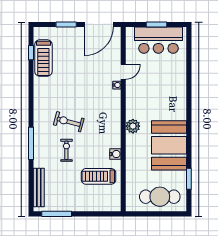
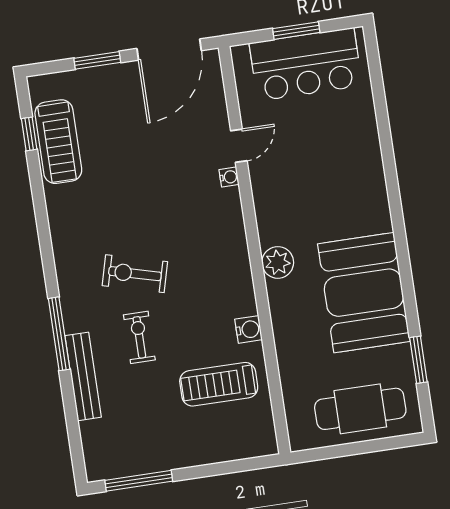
bench: (39, 188) -> (83, 376), moved

